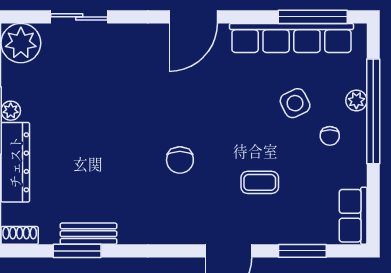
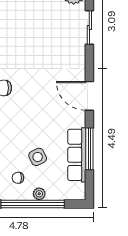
window: (313, 17) -> (89, 149), moved
row of seats: (291, 38) -> (77, 155), width x0.73

